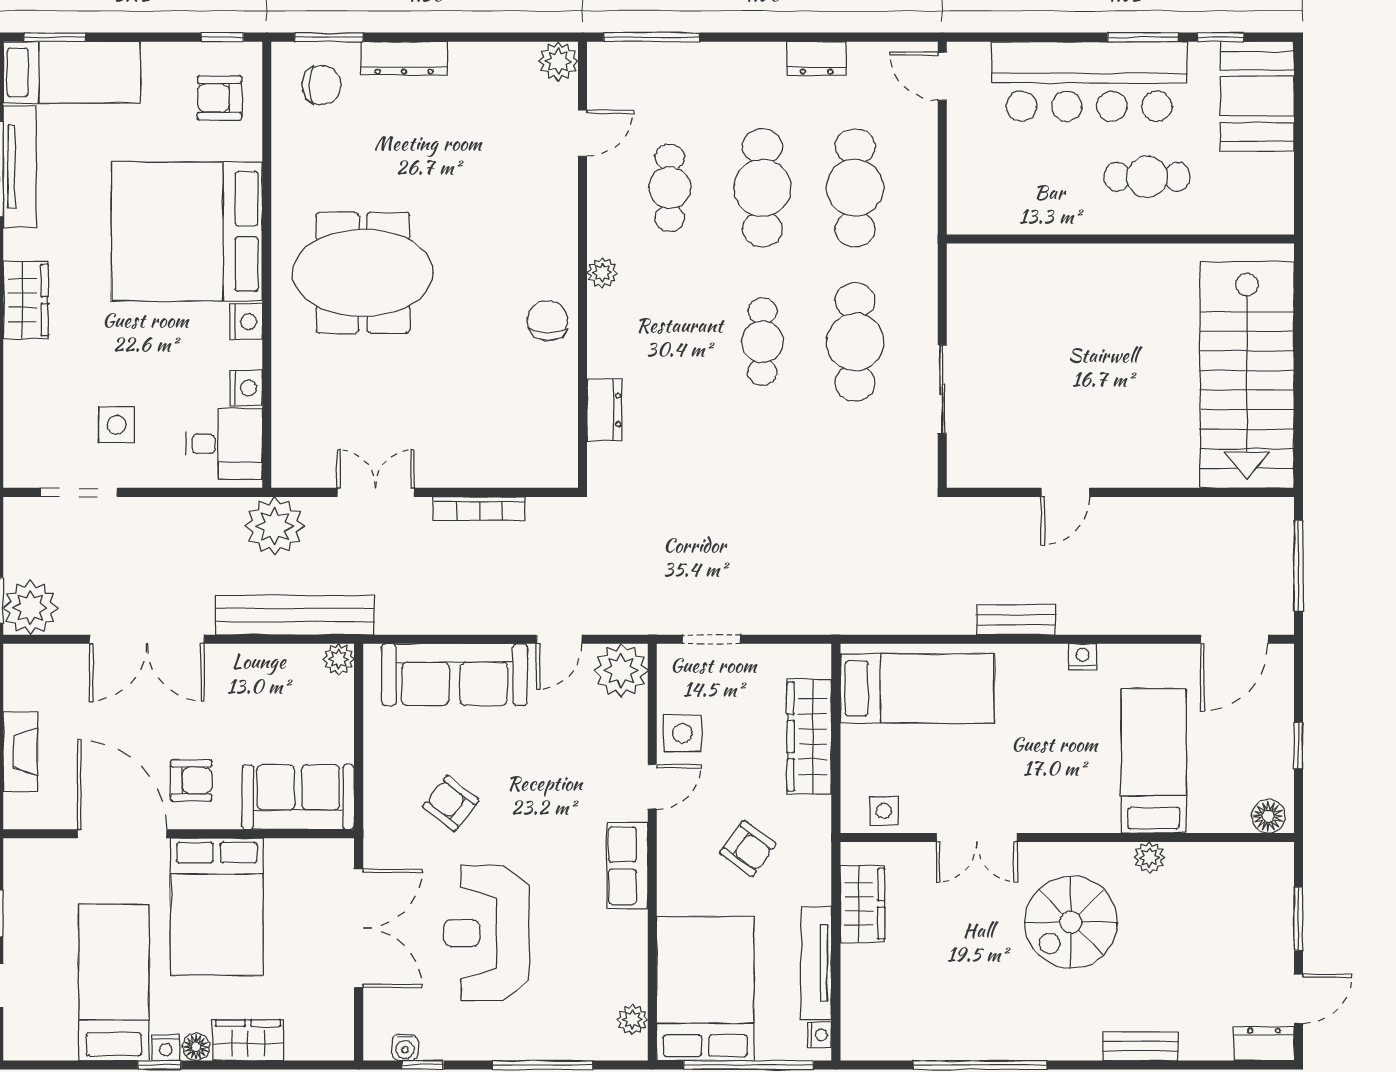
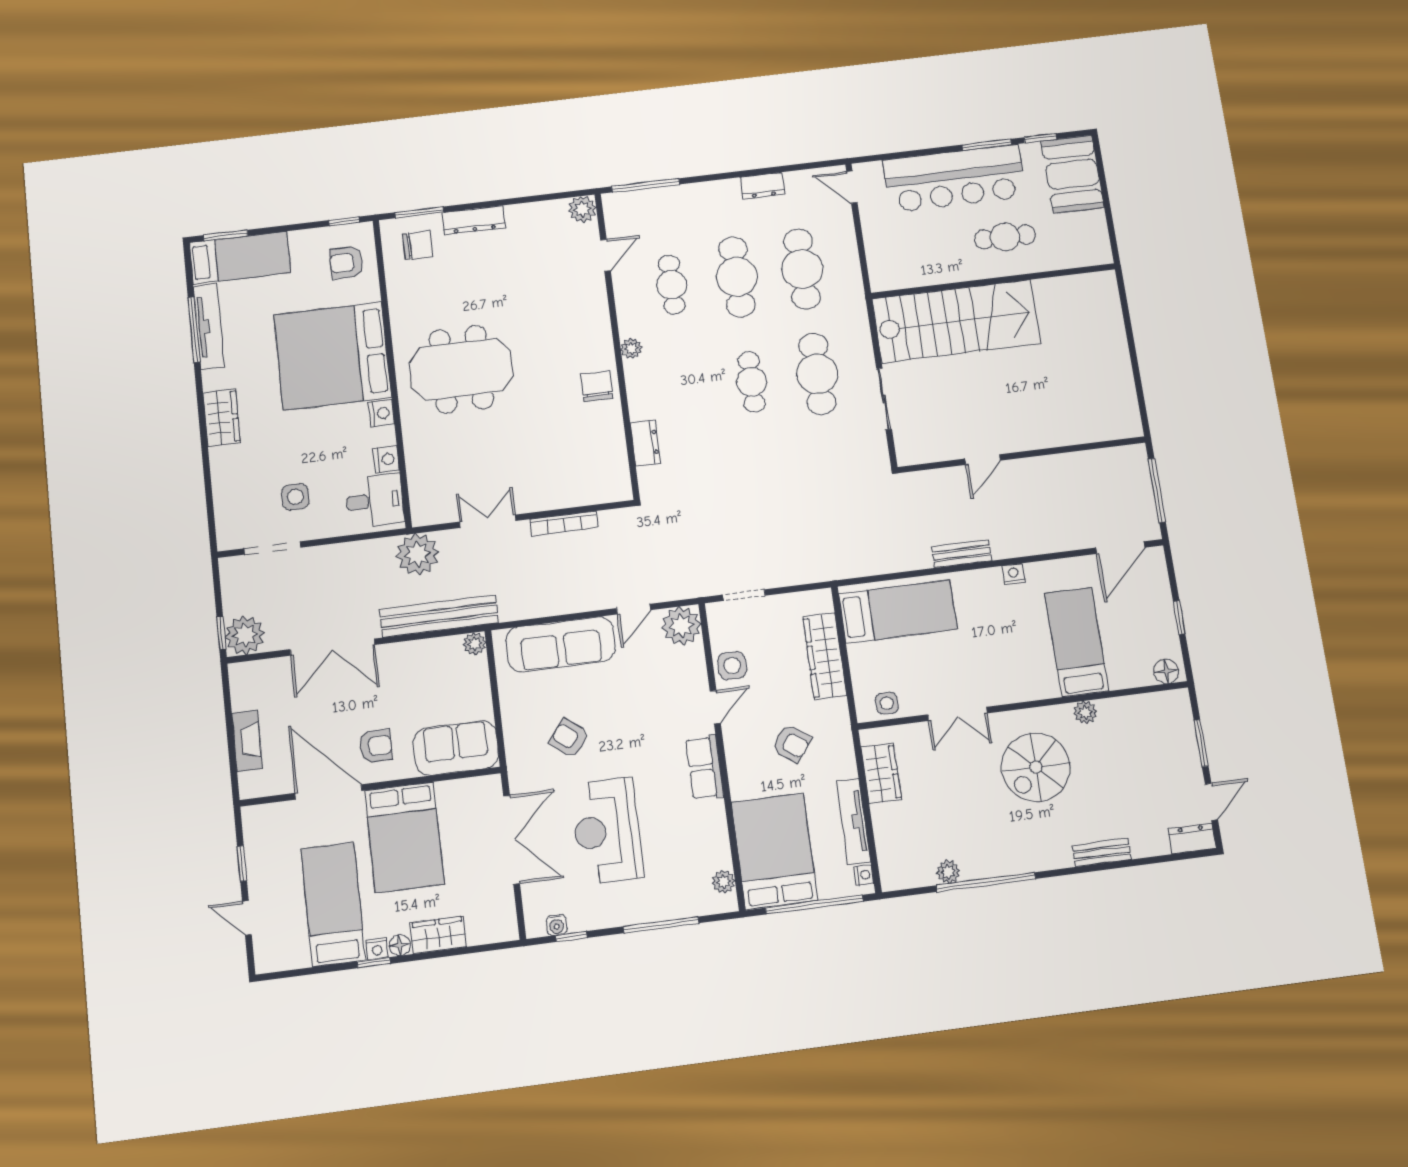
stairs: (1247, 375) -> (956, 321), moved, turned -90
plant: (932, 1045) -> (948, 872), added

